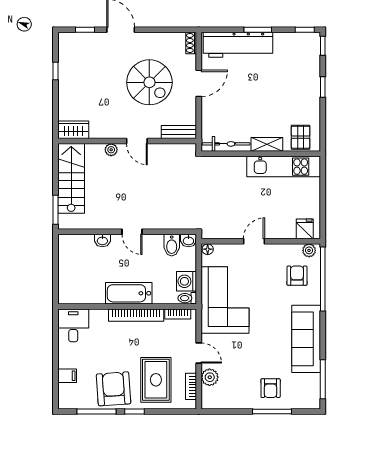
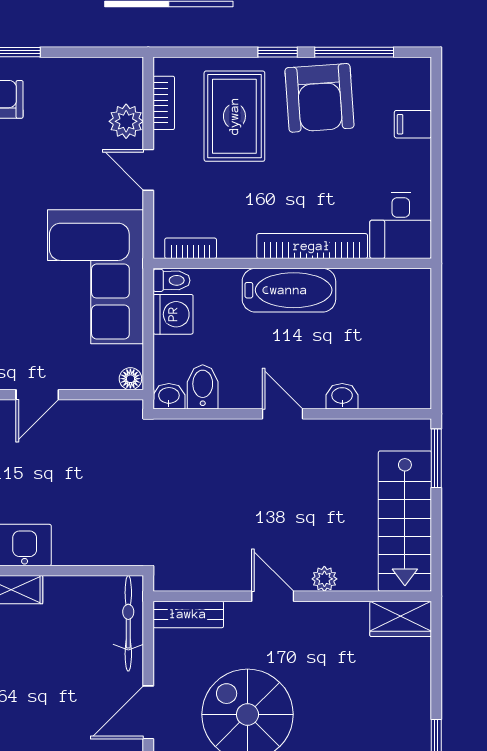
bicycle: (226, 144) -> (128, 623), moved, turned 90
bookcase: (136, 315) -> (312, 246), moved

